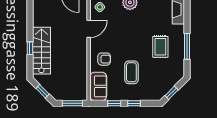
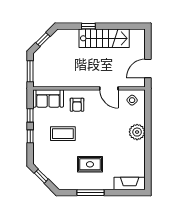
stairs: (41, 51) -> (104, 38), moved

